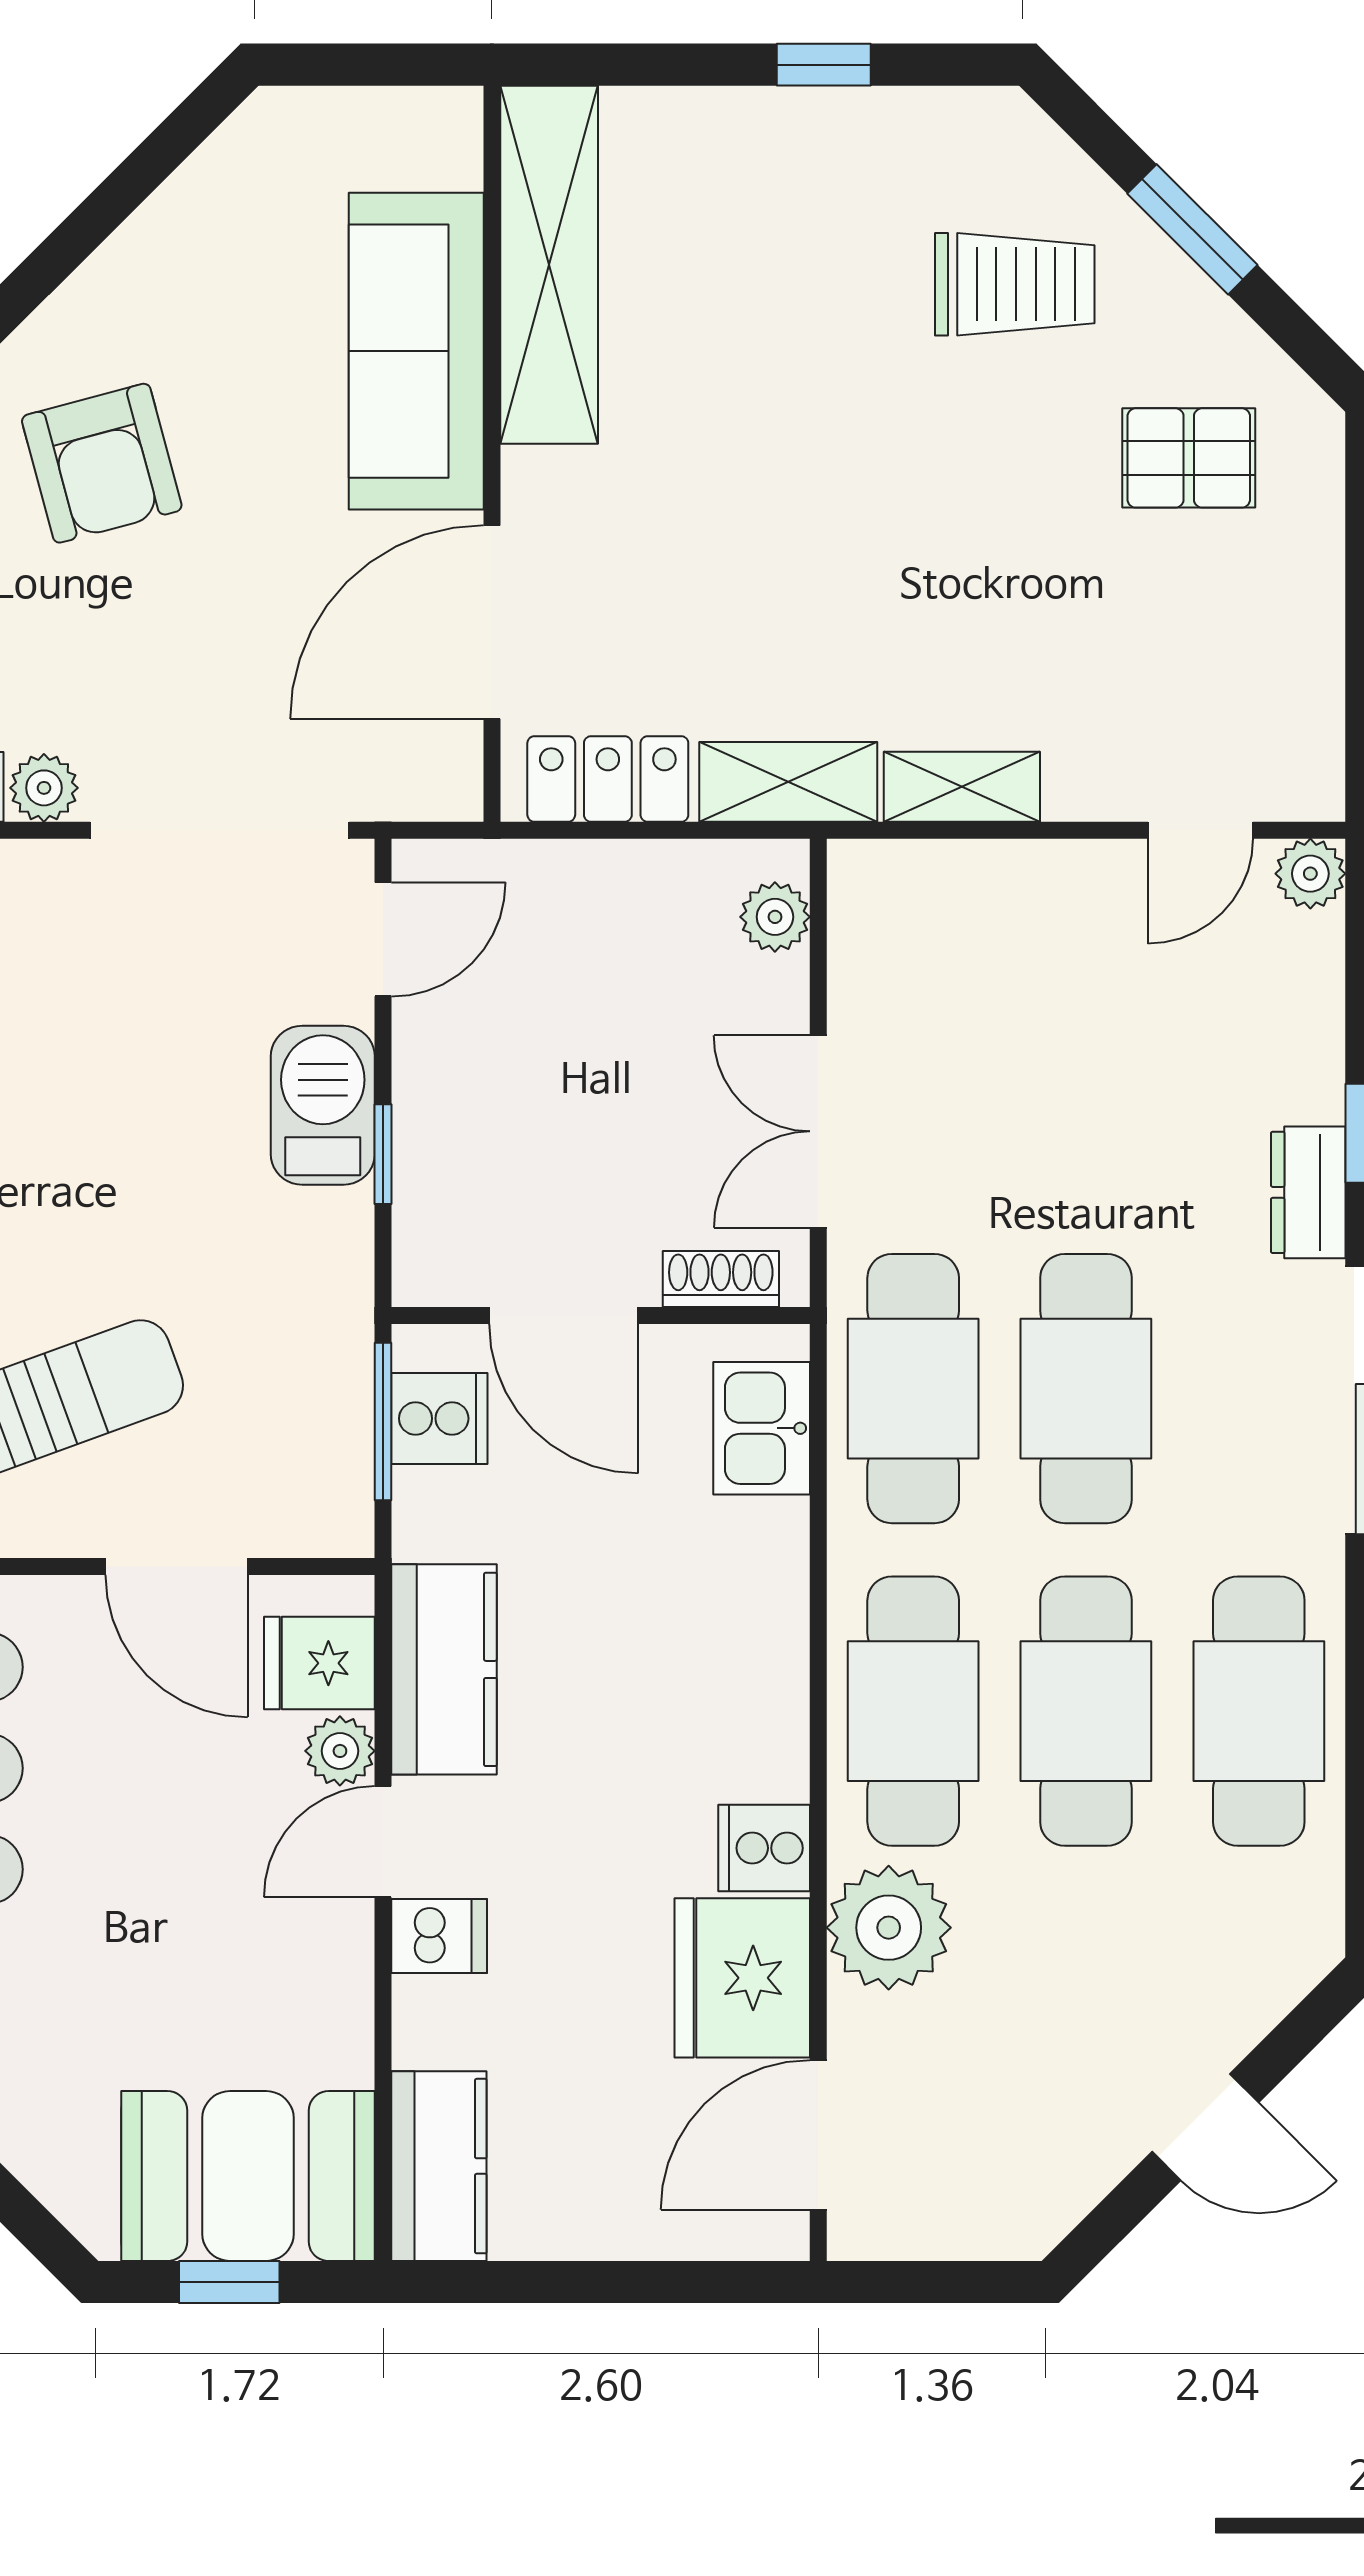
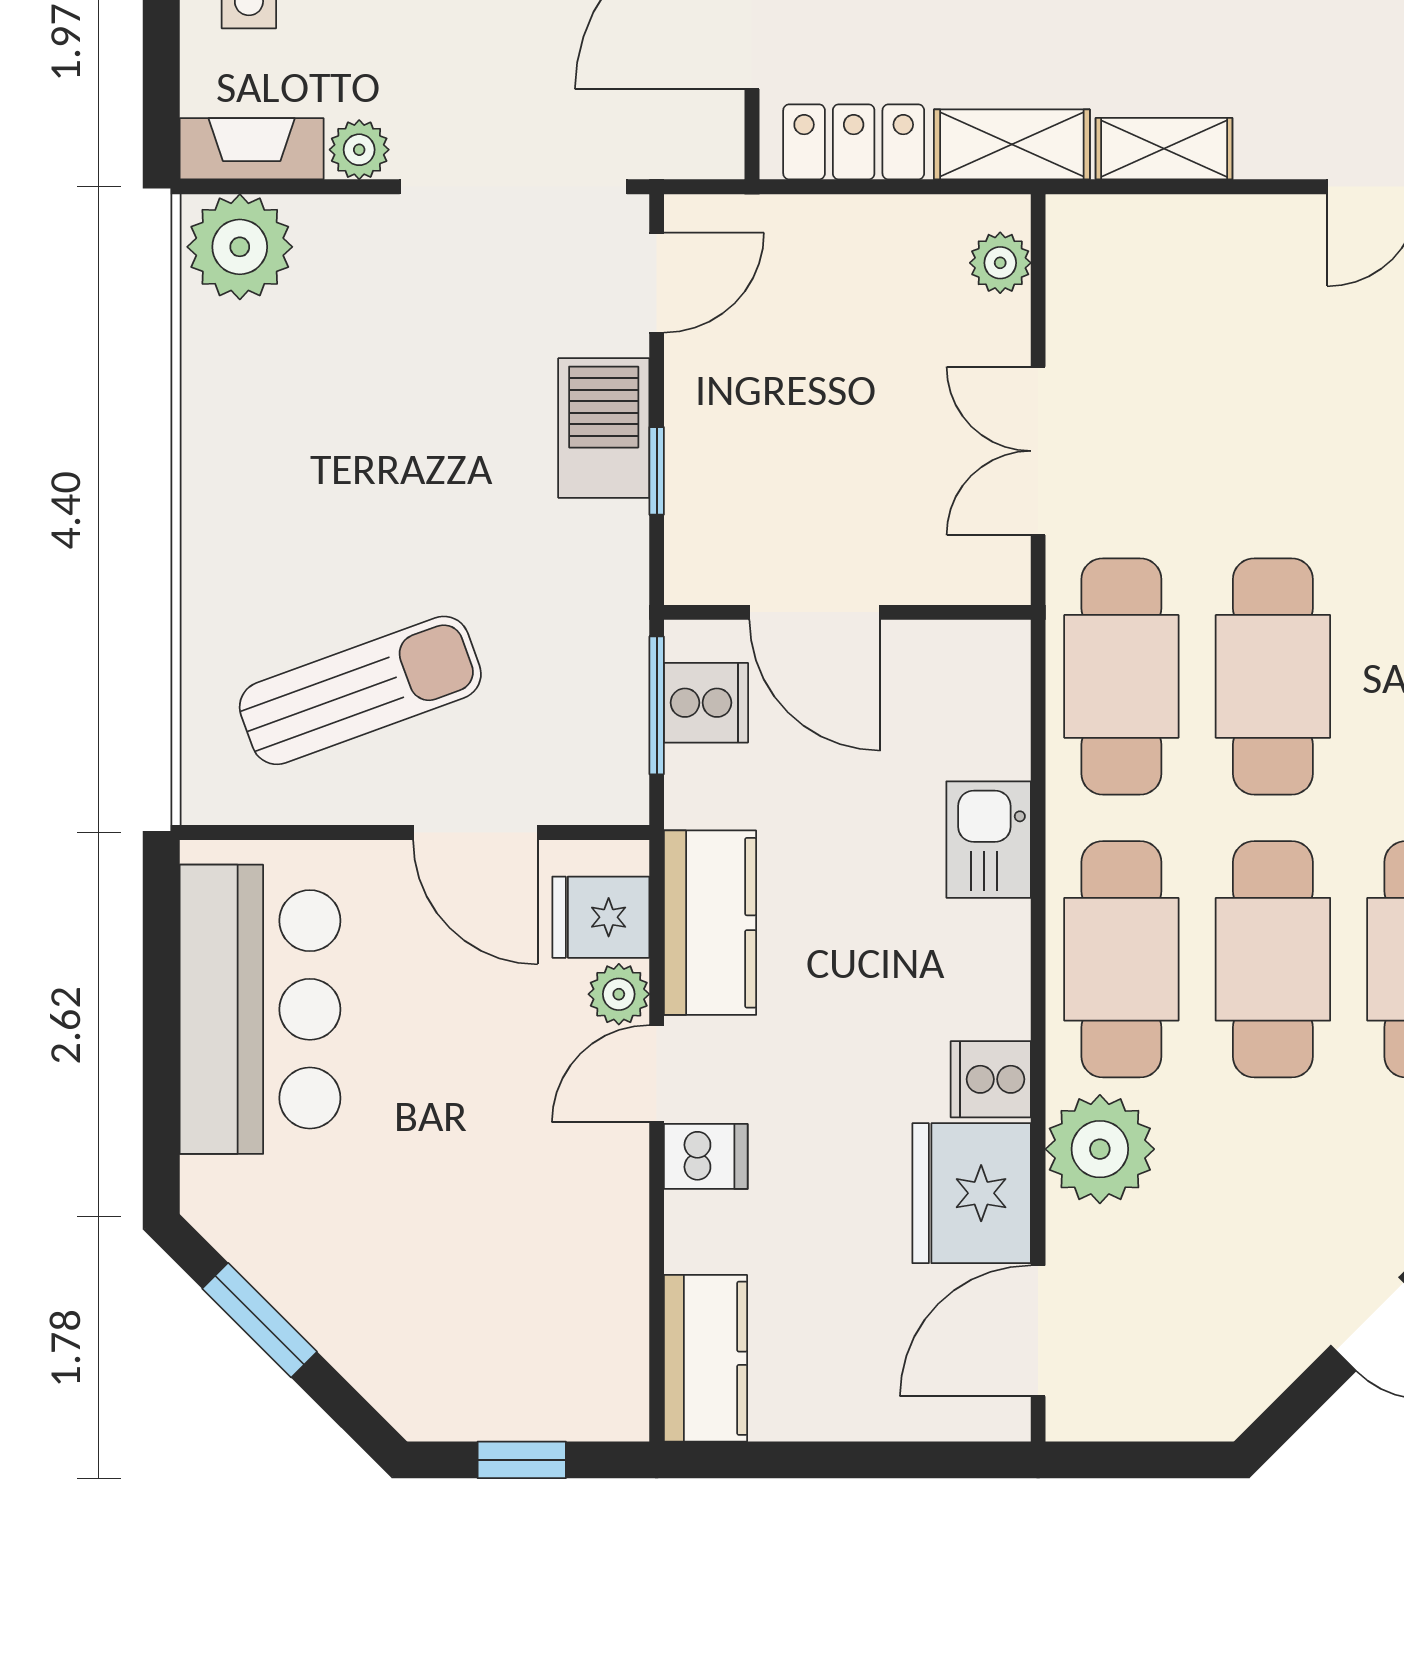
shoe rack: (721, 1279) -> (953, 580), removed
kitchen sink: (762, 1428) -> (989, 840), moved
booth: (248, 2176) -> (538, 1367), removed

